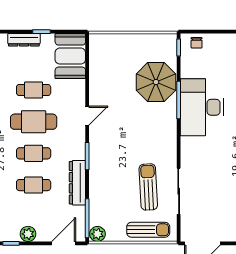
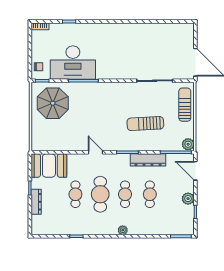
parasol: (156, 82) -> (53, 103), moved
desk: (202, 107) -> (73, 63), moved
sun lounger: (148, 187) -> (145, 124), moved

